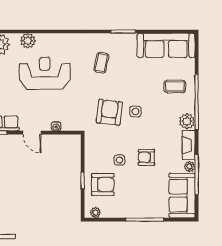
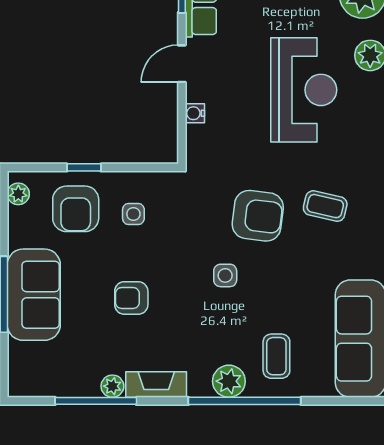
armchair: (109, 112) -> (258, 216), moved
plant: (187, 121) -> (229, 381), moved
armchair: (146, 157) -> (131, 298), turned -90
side table: (119, 160) -> (133, 214), moved
sofa: (182, 196) -> (34, 295), moved, turned 90

